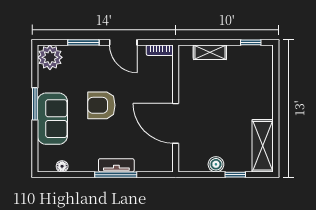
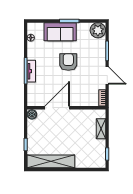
door: (123, 42) -> (107, 75), swing flipped
shelving: (263, 146) -> (51, 161), width x1.47
boiler: (216, 164) -> (32, 114), moved

